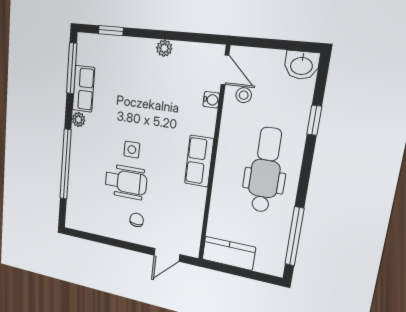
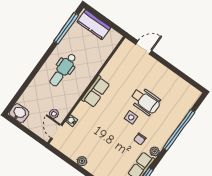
window: (314, 120) -> (27, 83), removed
dental chair: (265, 170) -> (63, 70), width x0.73, depth x0.72
wheelchair: (126, 182) -> (145, 101), turned 180
chair: (137, 220) -> (140, 139), moved
kitchen counter: (229, 253) -> (94, 24), moved

